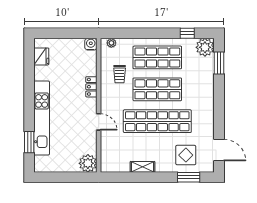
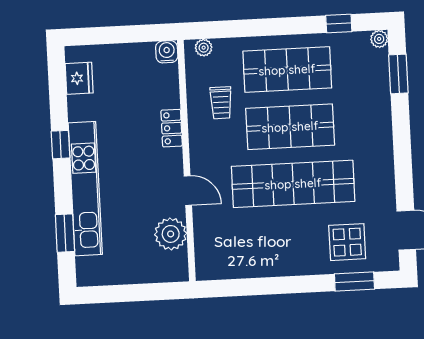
plant: (205, 47) -> (379, 39), width x0.53, depth x0.53
window: (29, 93) -> (60, 145), added
plant: (88, 163) -> (171, 234), moved
shelving: (143, 167) -> (271, 267), removed

